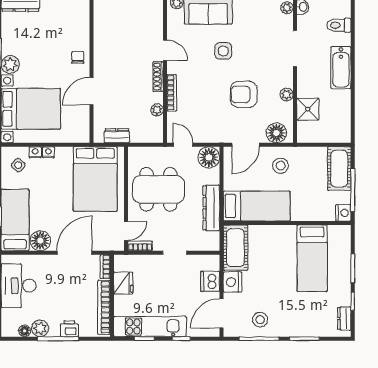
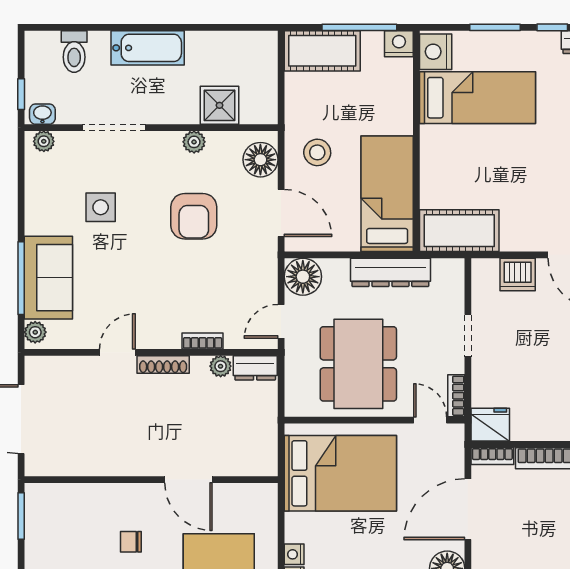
side table: (223, 51) -> (101, 207), moved
chair: (78, 57) -> (131, 542), moved
bookcase: (172, 93) -> (203, 341), width x0.64
dresser: (117, 136) -> (255, 368), moved, turned -90
door: (74, 253) -> (468, 509), hinge flipped
nightstand: (232, 282) -> (436, 52), moved, turned 90
fridge: (123, 283) -> (490, 425), moved

